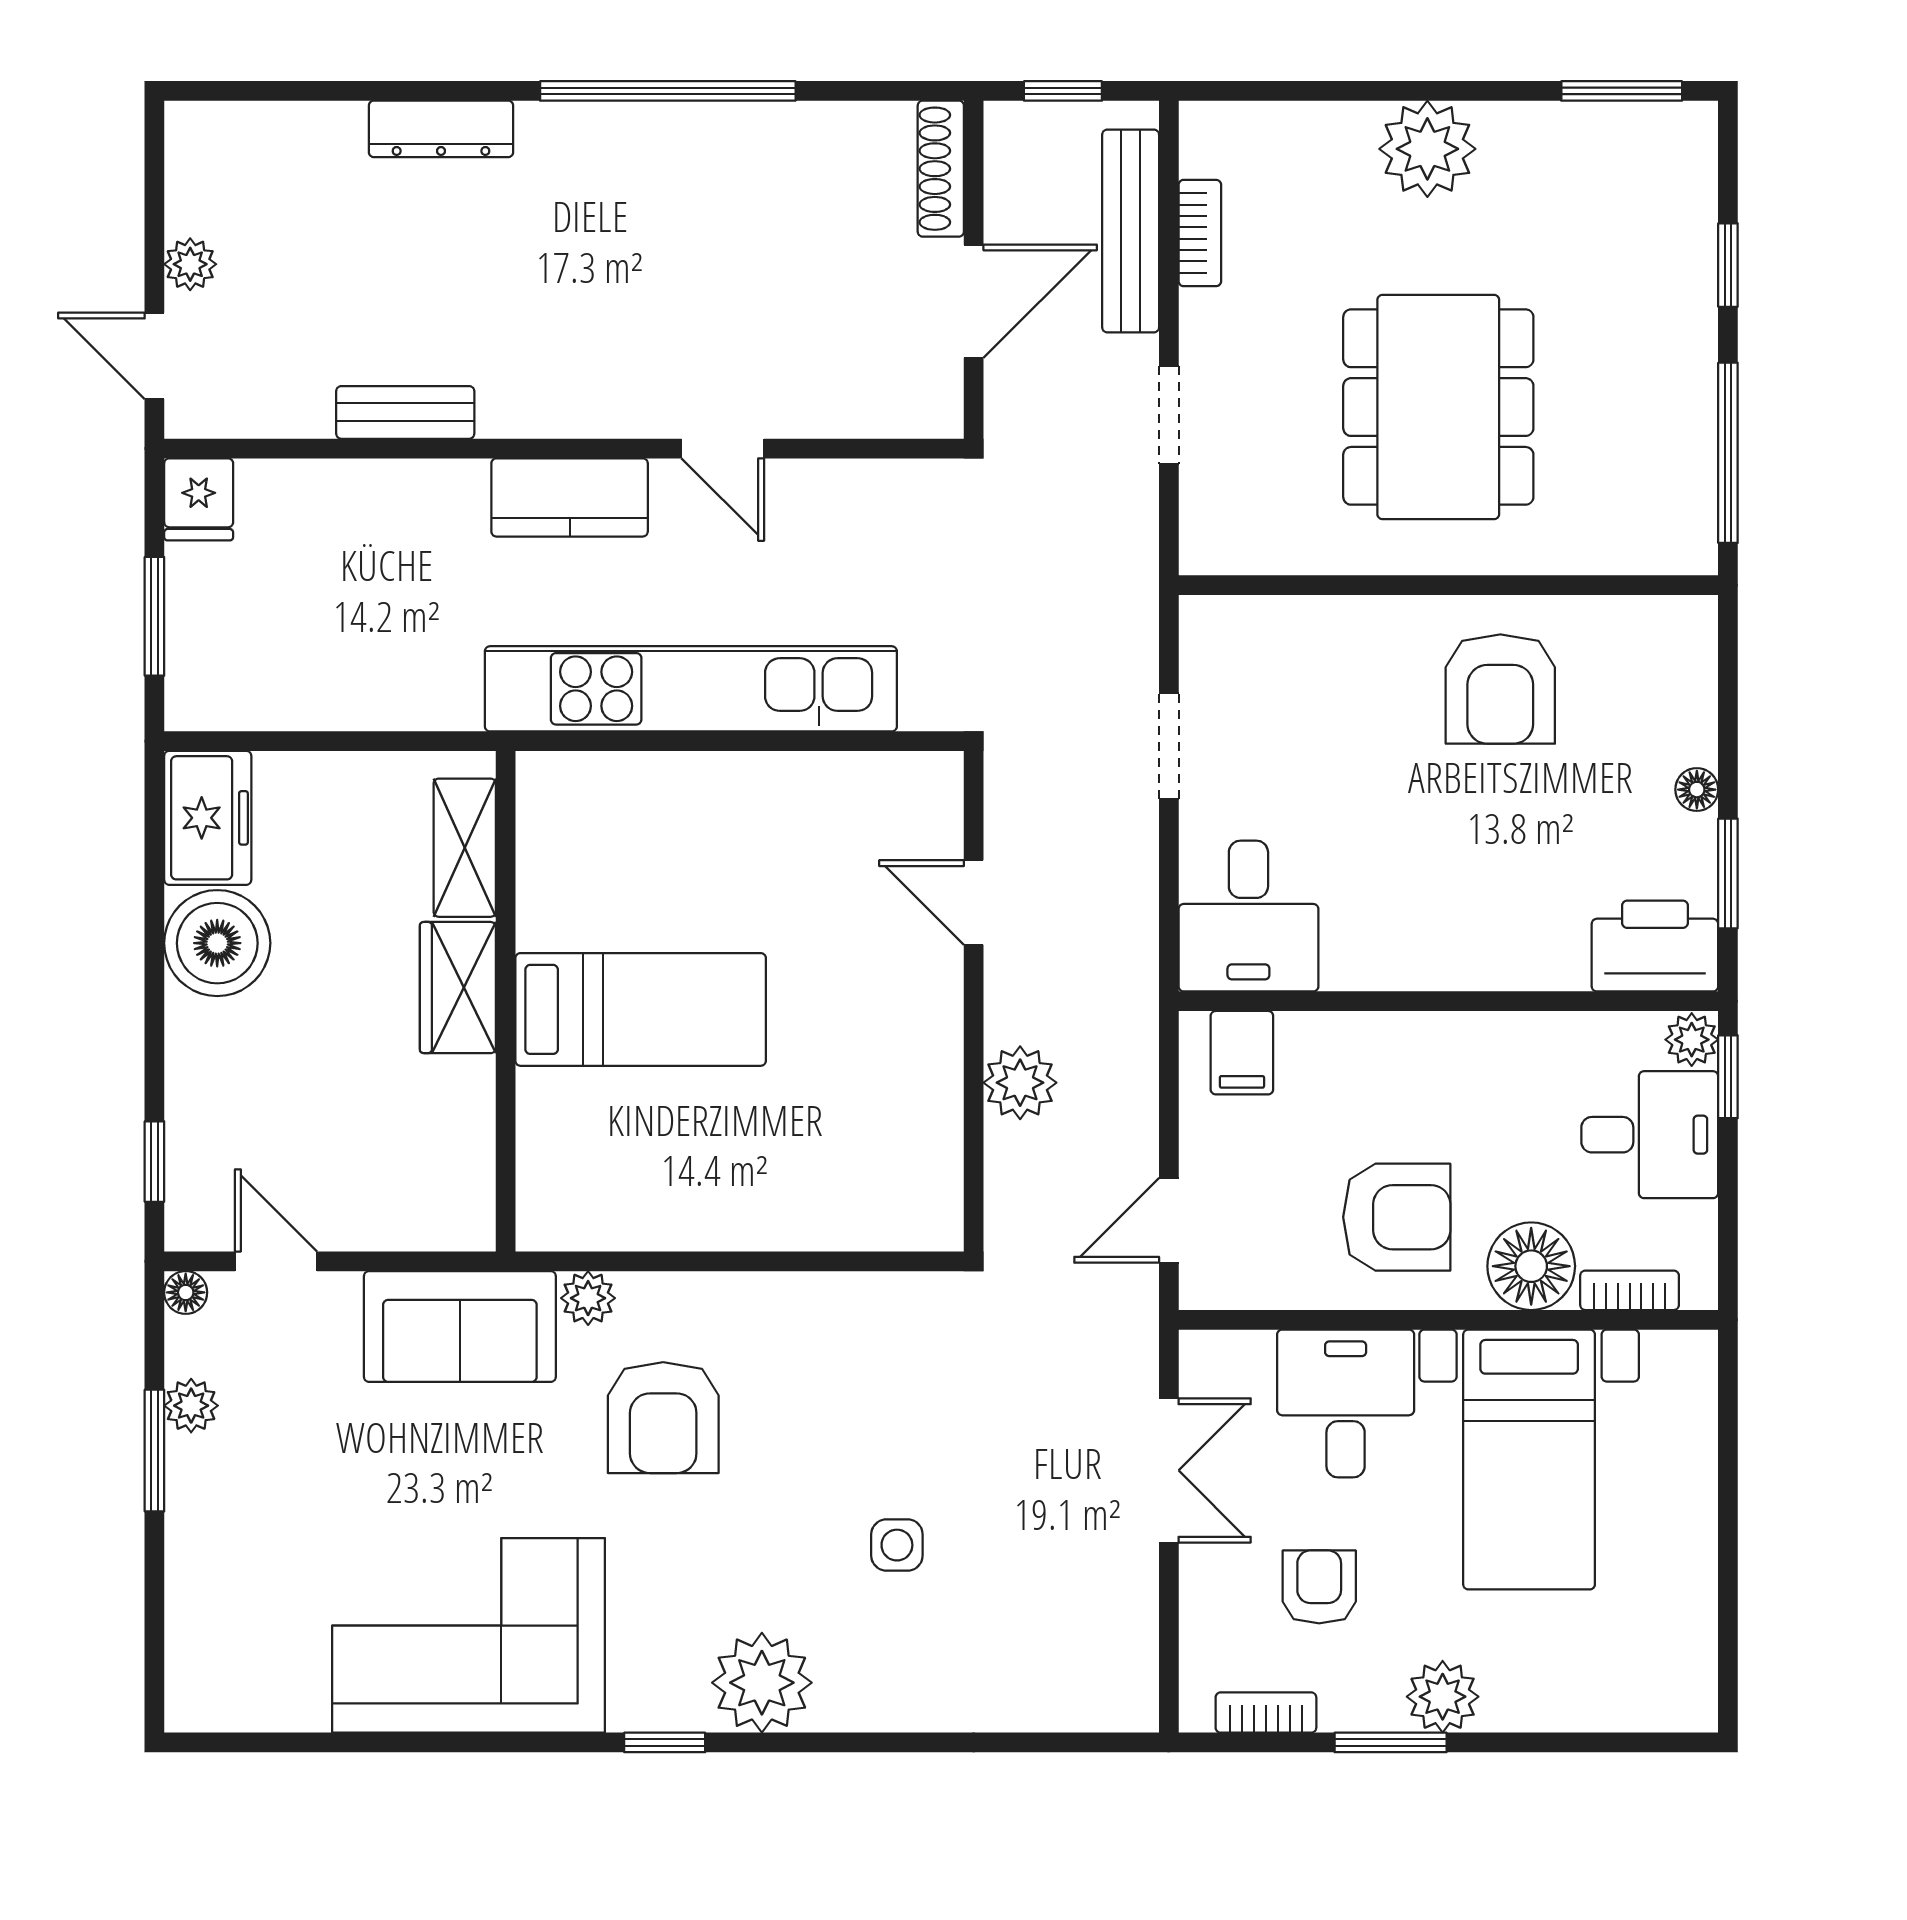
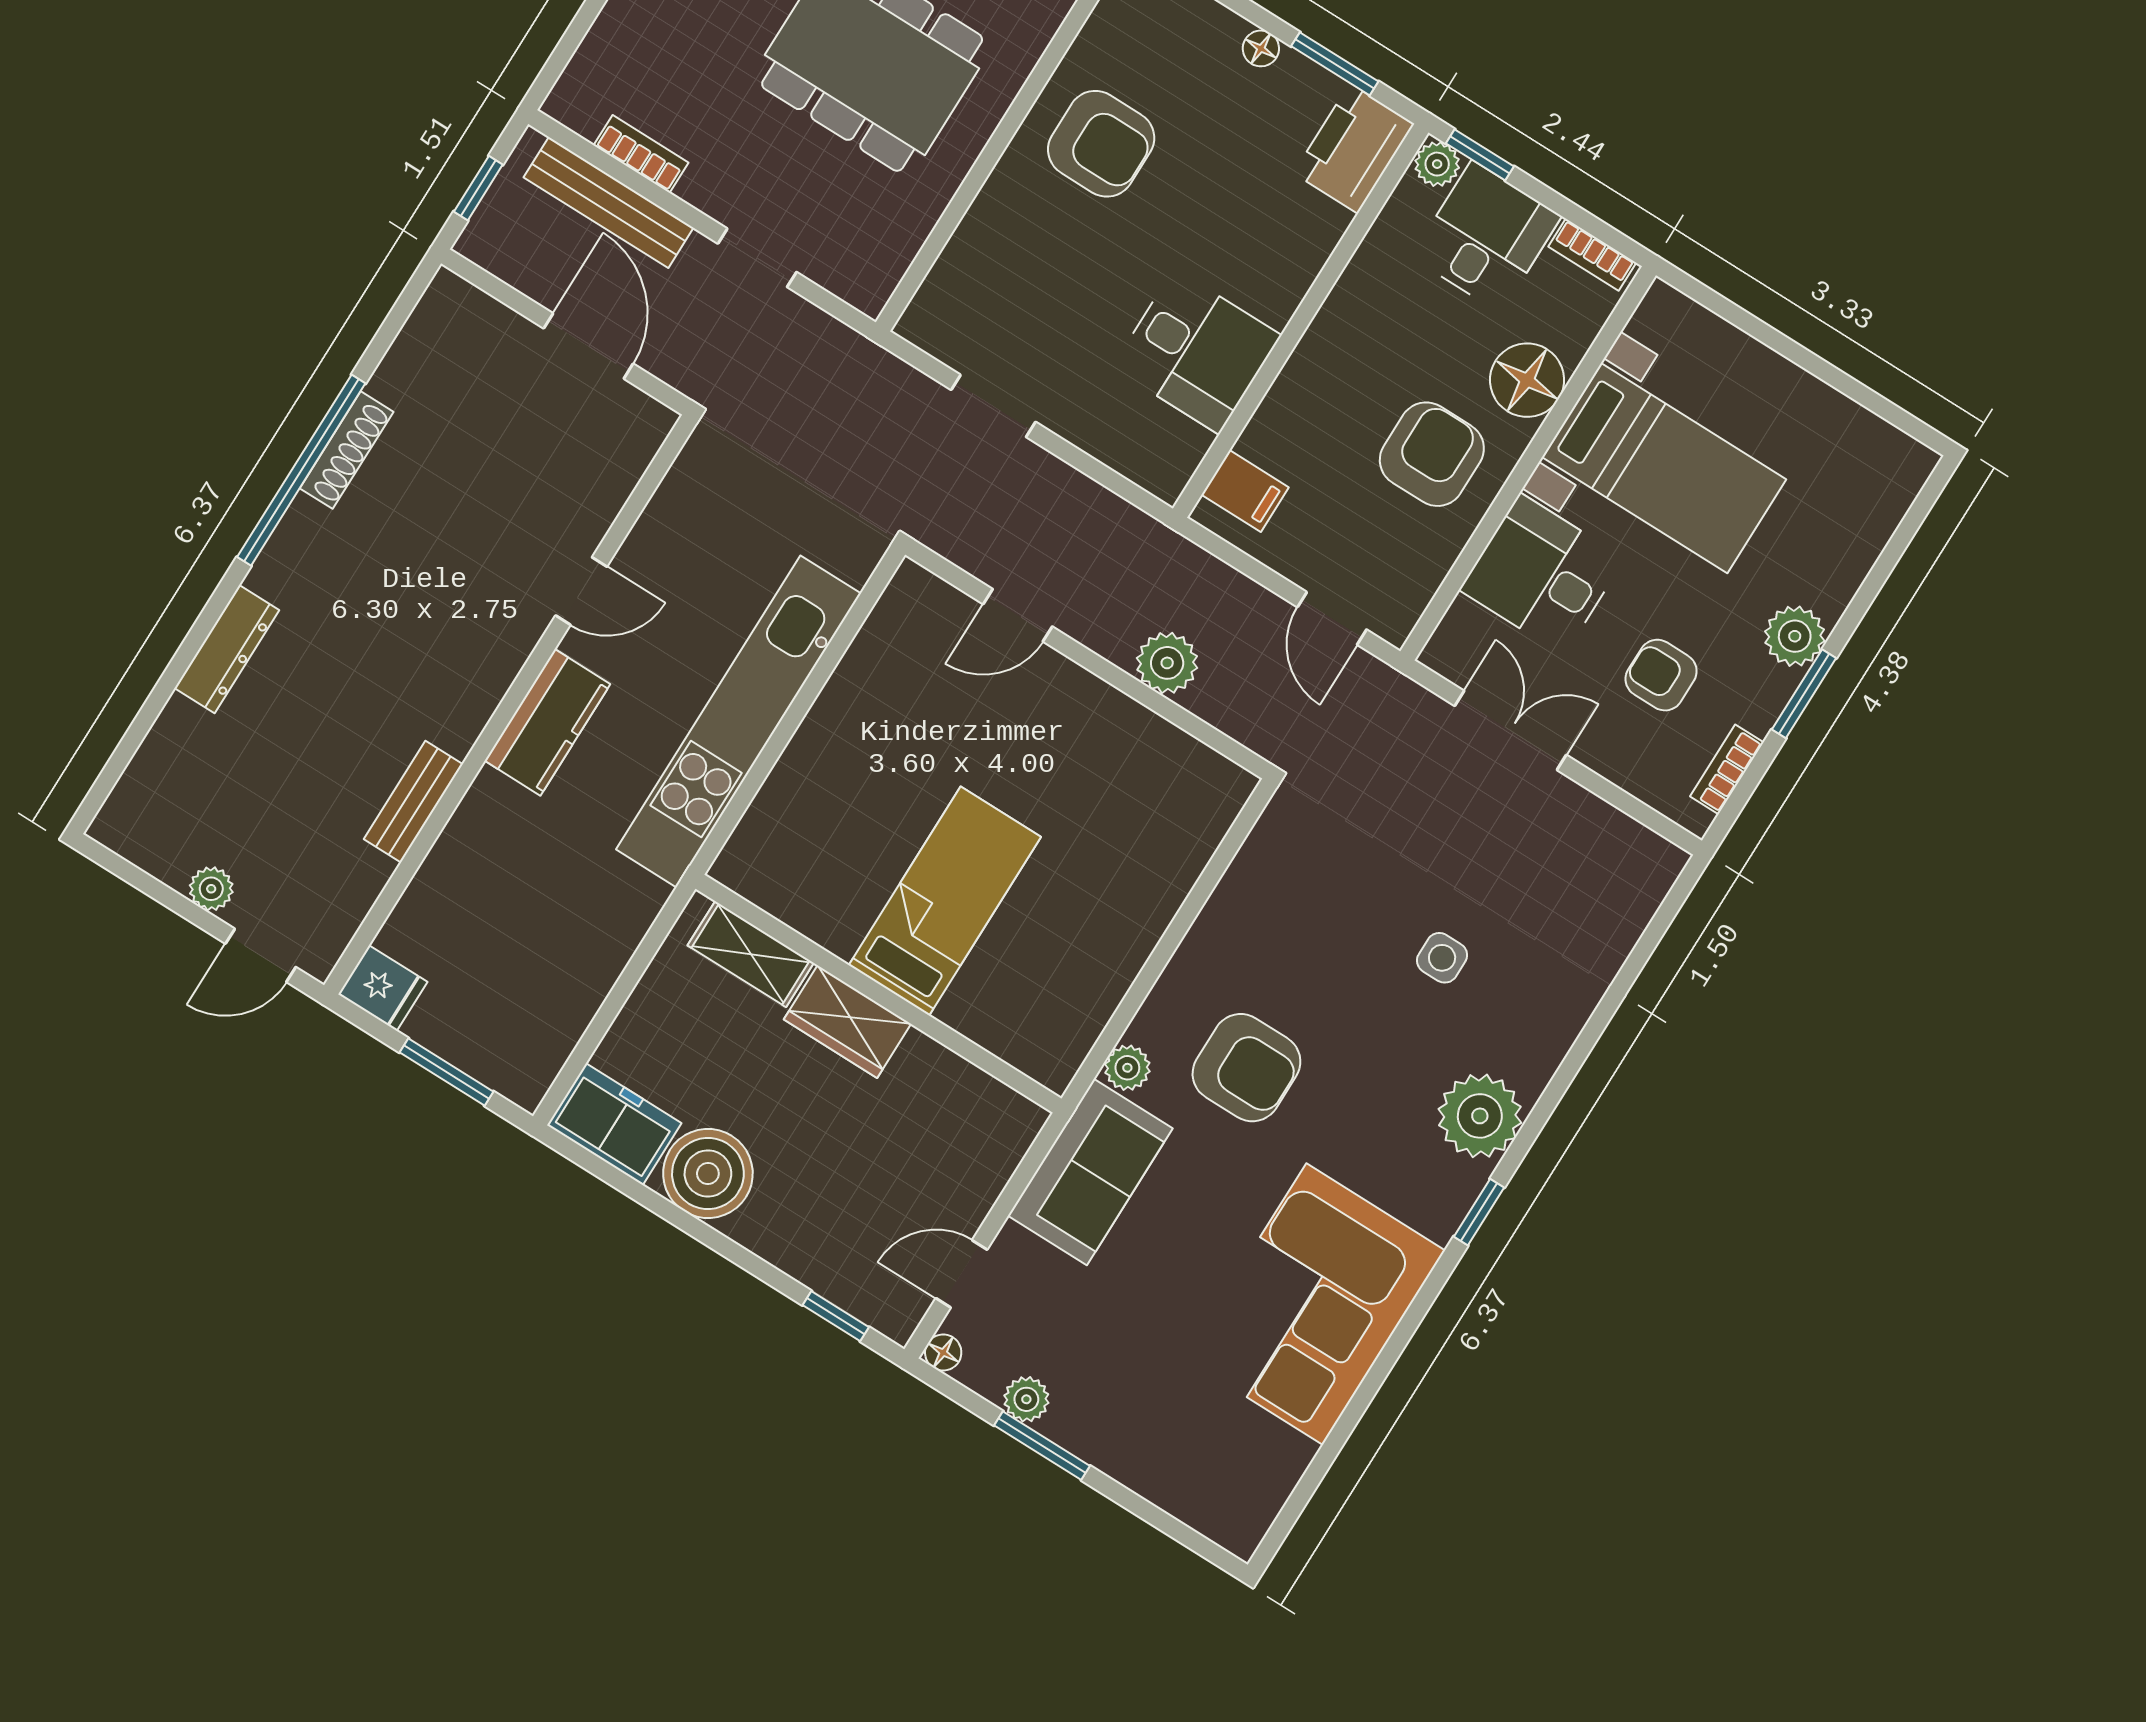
shoe rack: (941, 169) -> (347, 450), moved, turned -90
desk: (1248, 916) -> (1197, 351), moved
bookcase: (1630, 1290) -> (1592, 255), moved, turned -90

